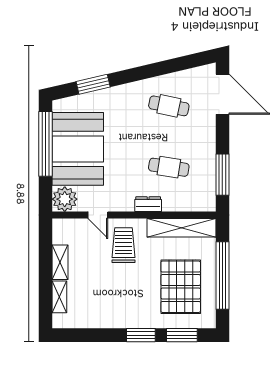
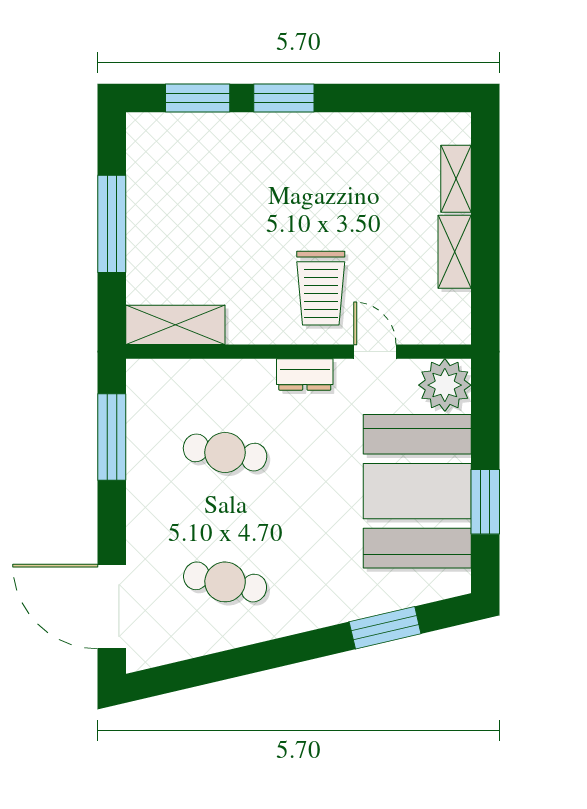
window: (46, 144) -> (485, 502), width x0.47
dresser: (148, 204) -> (305, 374), moved
shelving: (181, 228) -> (175, 325), width x0.68
window: (222, 276) -> (112, 224), width x0.68
pallet: (181, 287) -> (200, 200), removed

